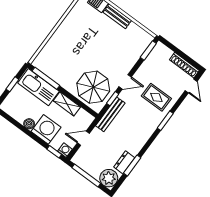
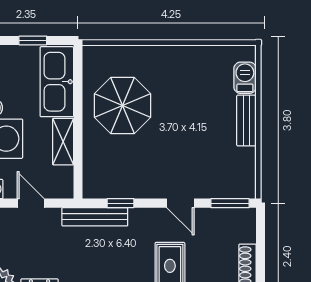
window: (46, 78) -> (78, 83), removed
door: (125, 82) -> (180, 203), moved
parasol: (93, 87) -> (122, 105), moved

